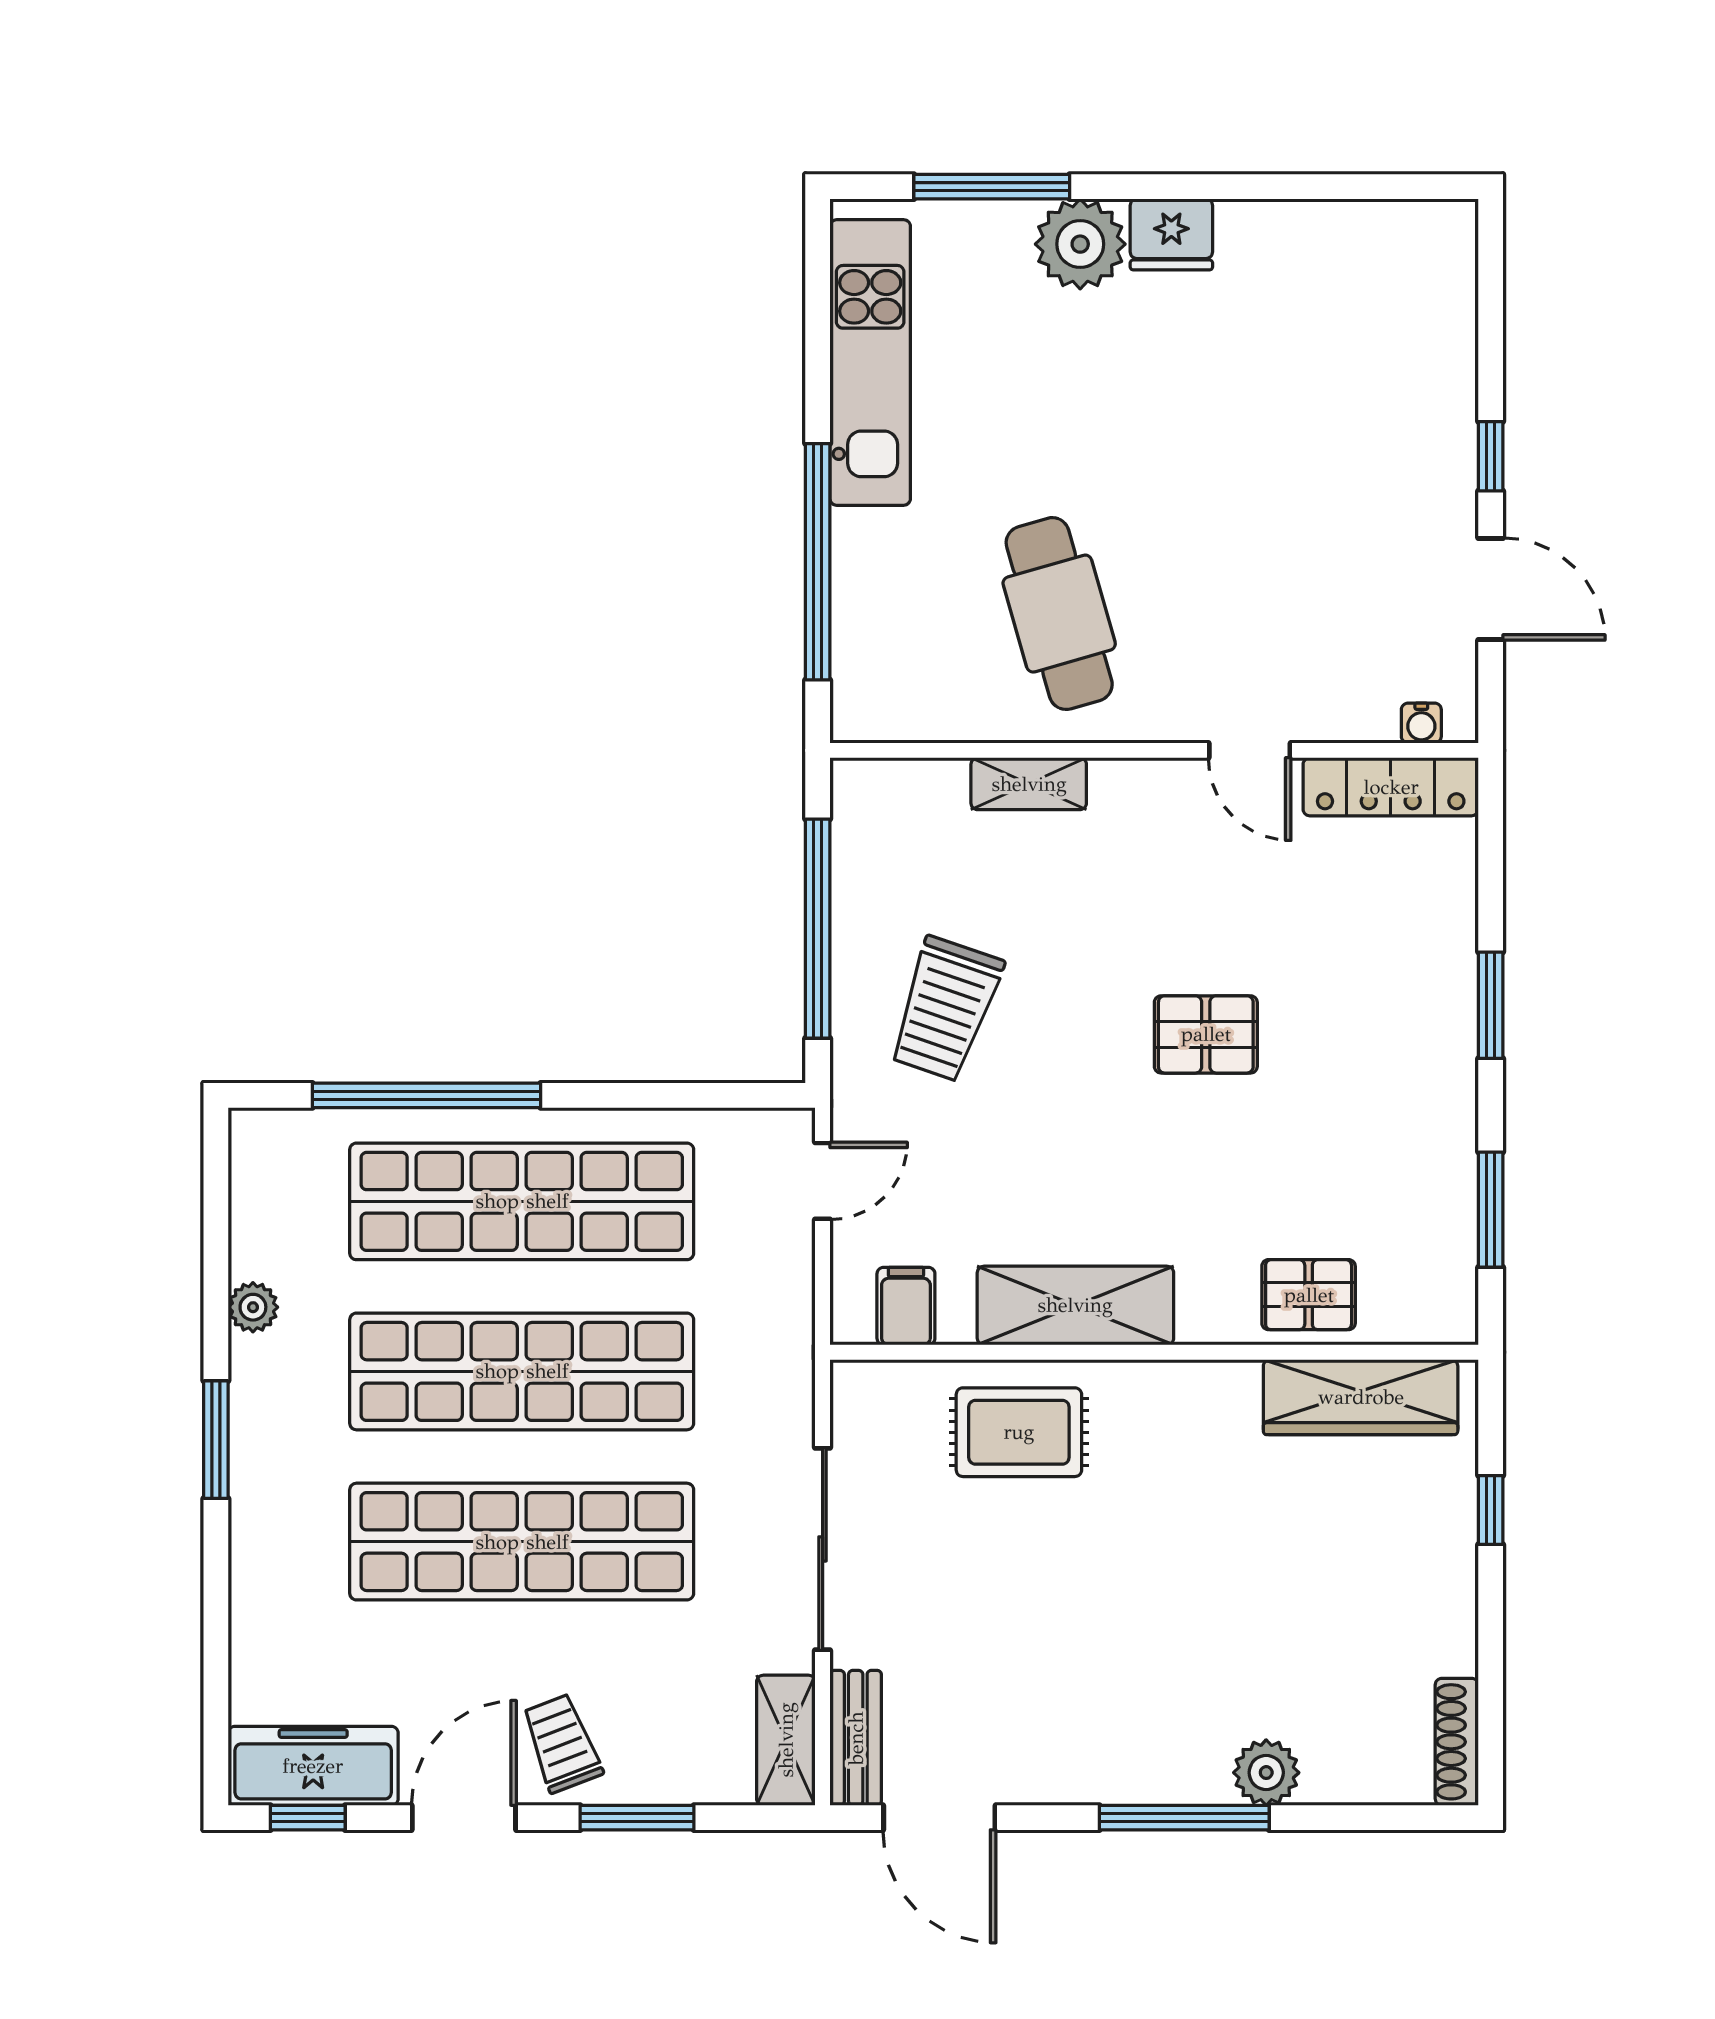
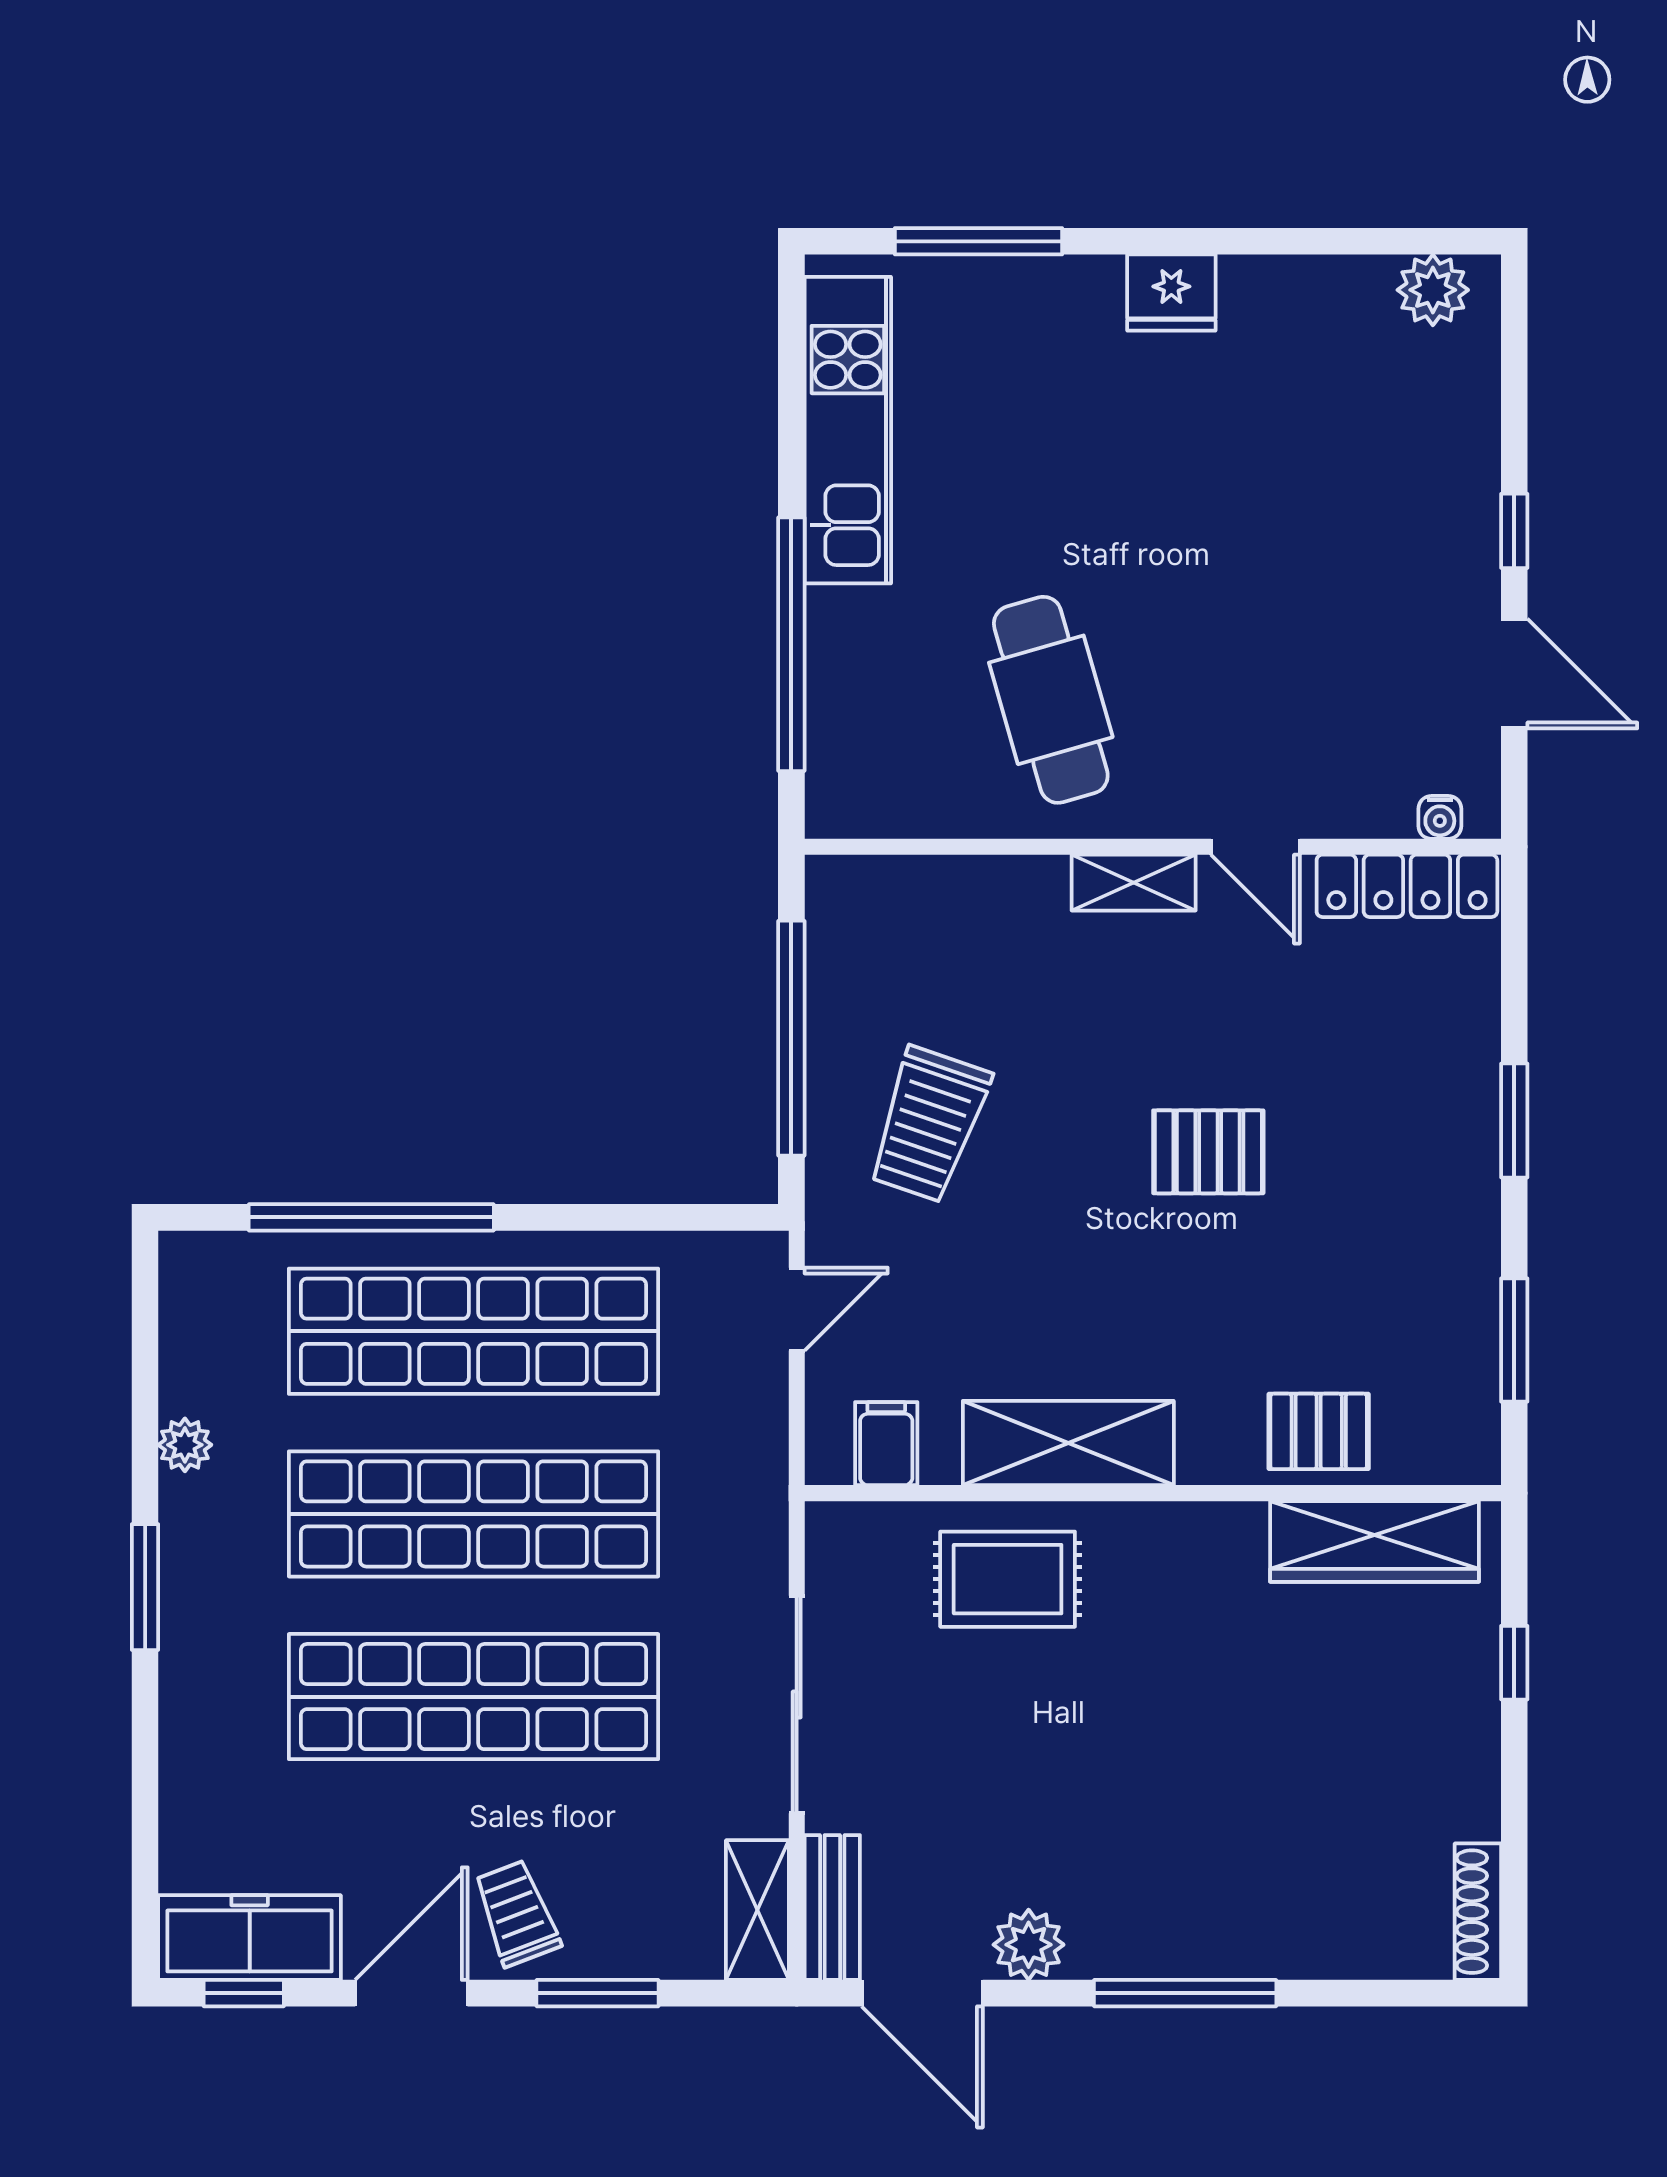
plant: (1080, 244) -> (1433, 290), moved, width x0.73, depth x0.73
shelving: (1029, 784) -> (1134, 883), moved
plant: (1266, 1773) -> (1029, 1945), moved

